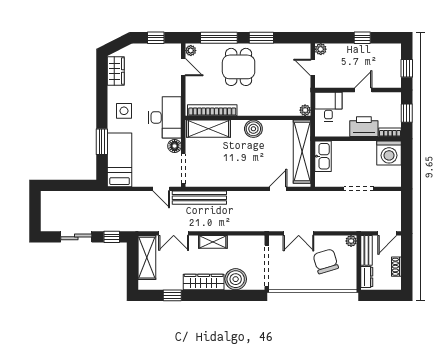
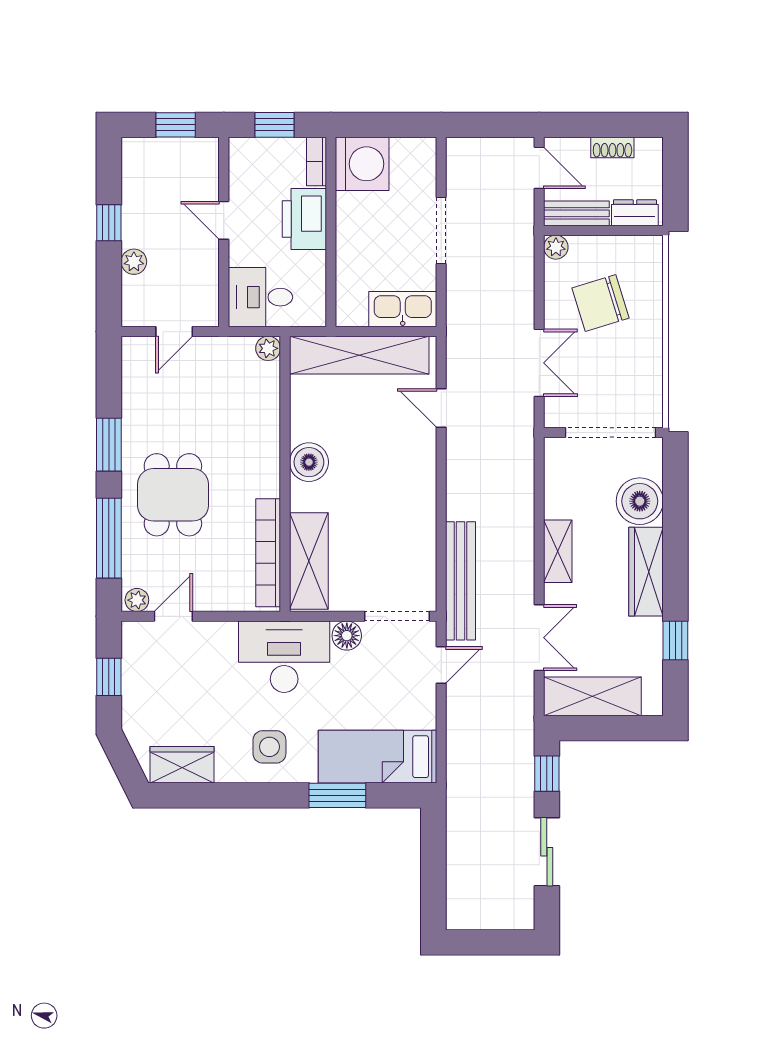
plant: (321, 49) -> (134, 262), moved
dining table: (239, 67) -> (173, 495), turned 90
kitchen sink: (323, 156) -> (403, 309), moved

